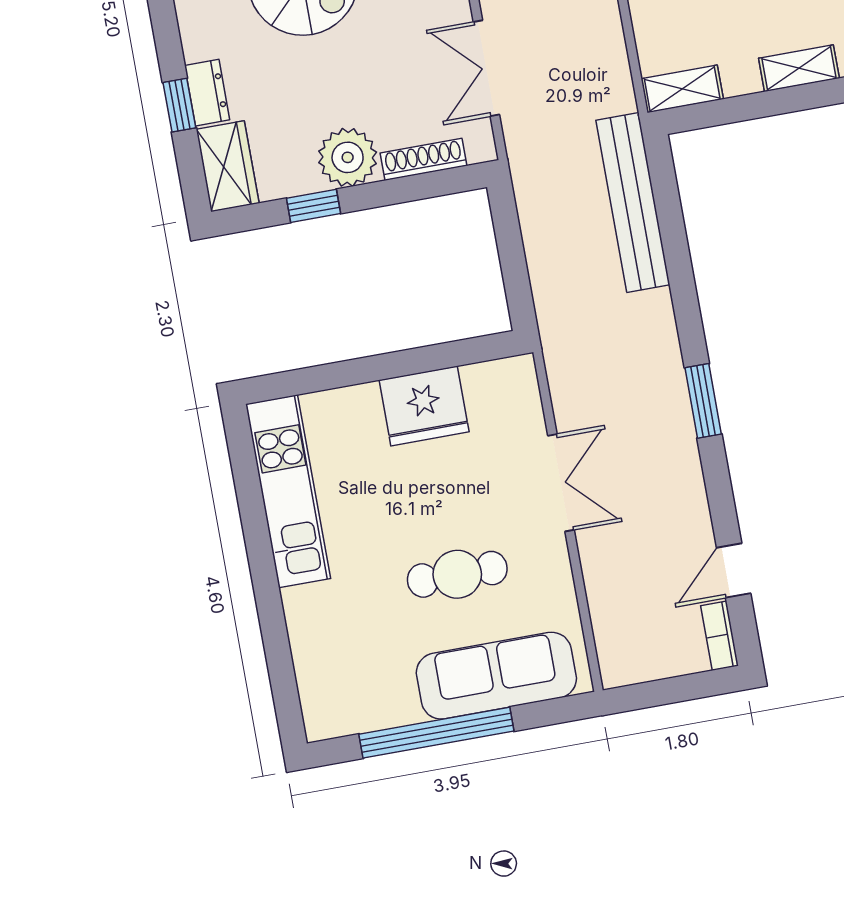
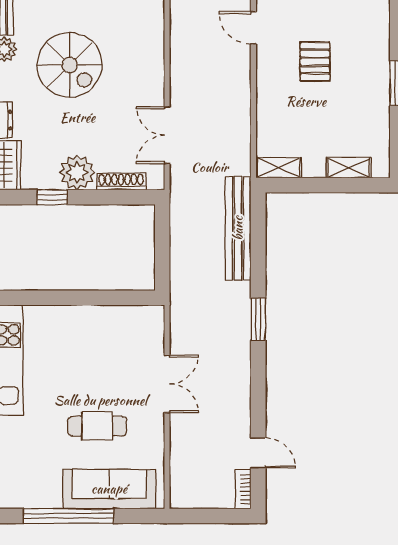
window: (703, 401) -> (258, 319), moved
fridge: (424, 406) -> (96, 325), removed
door: (734, 571) -> (258, 453), swing flipped

